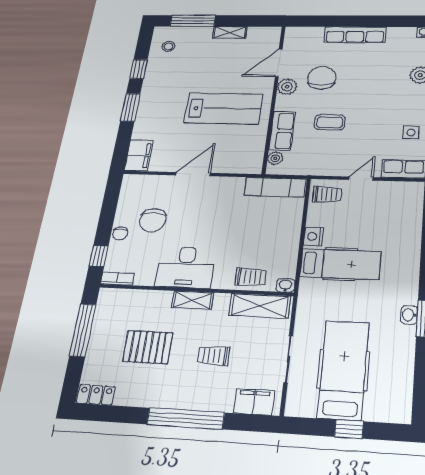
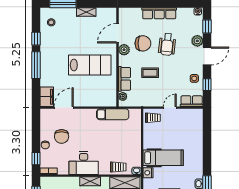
chair: (322, 78) -> (143, 43), turned 90
wheelchair: (365, 80) -> (167, 44), added
window: (130, 107) -> (36, 65), width x1.44
door: (193, 174) -> (64, 108), moved
exam couch: (275, 187) -> (113, 114), moved
nightstand: (313, 237) -> (148, 173), moved

